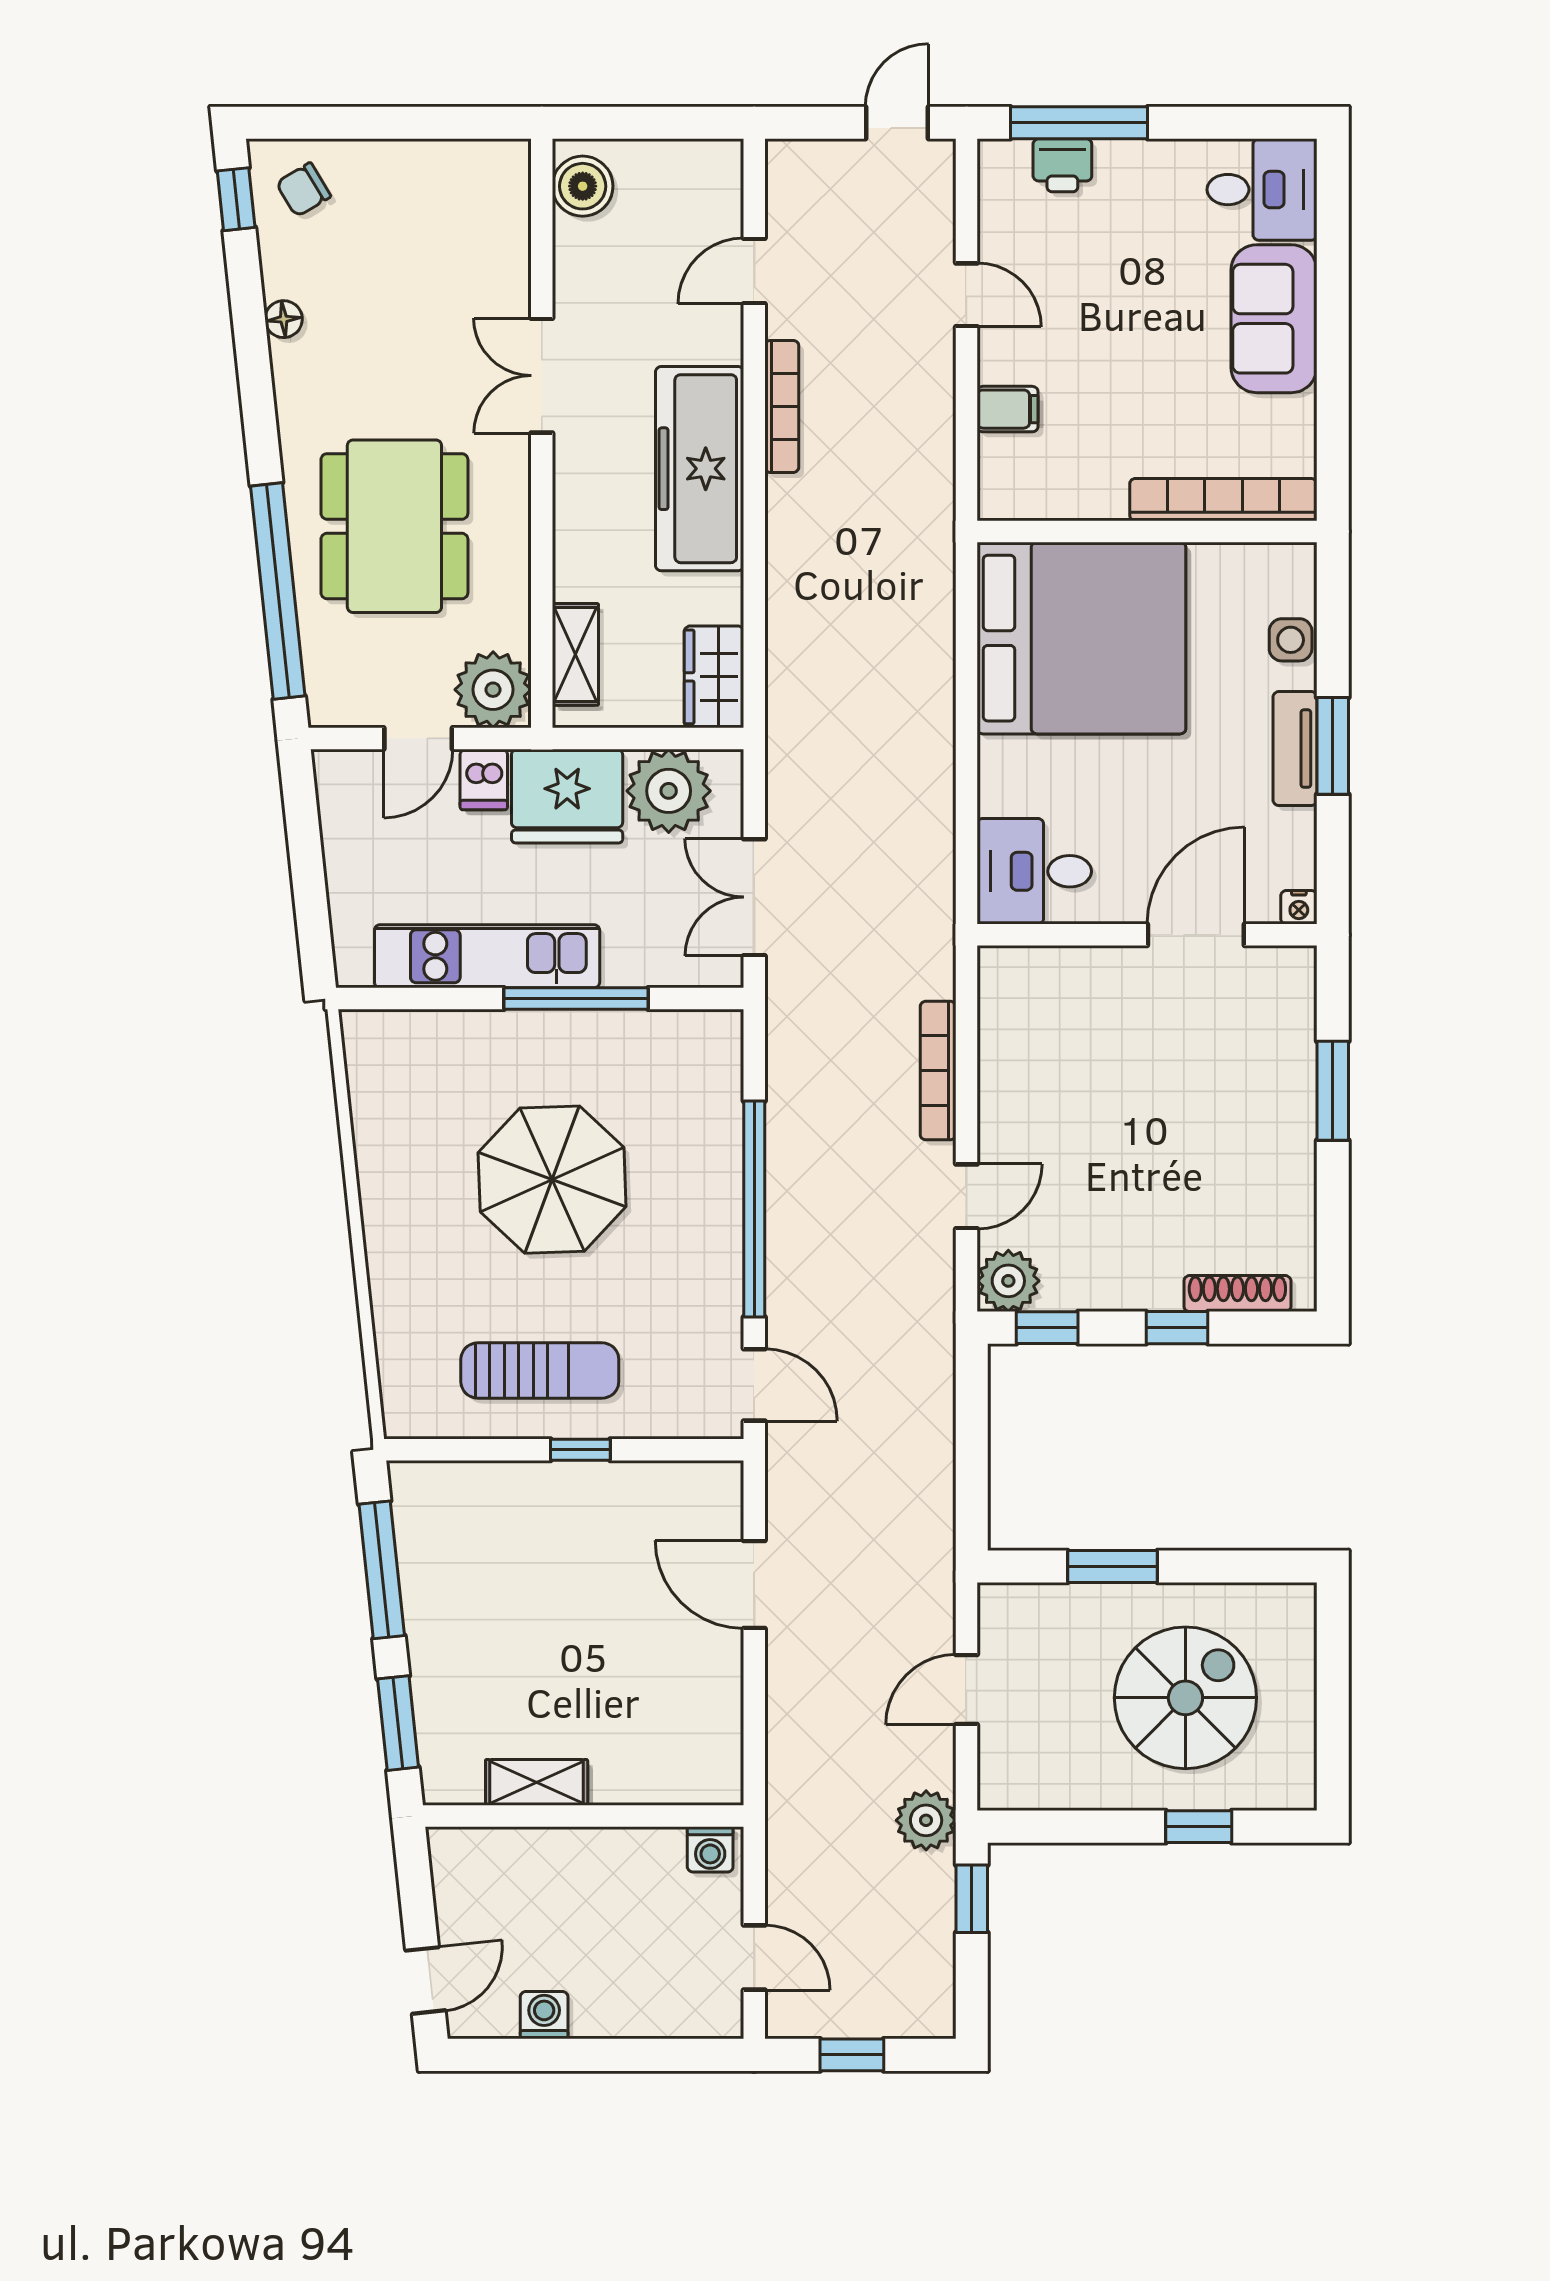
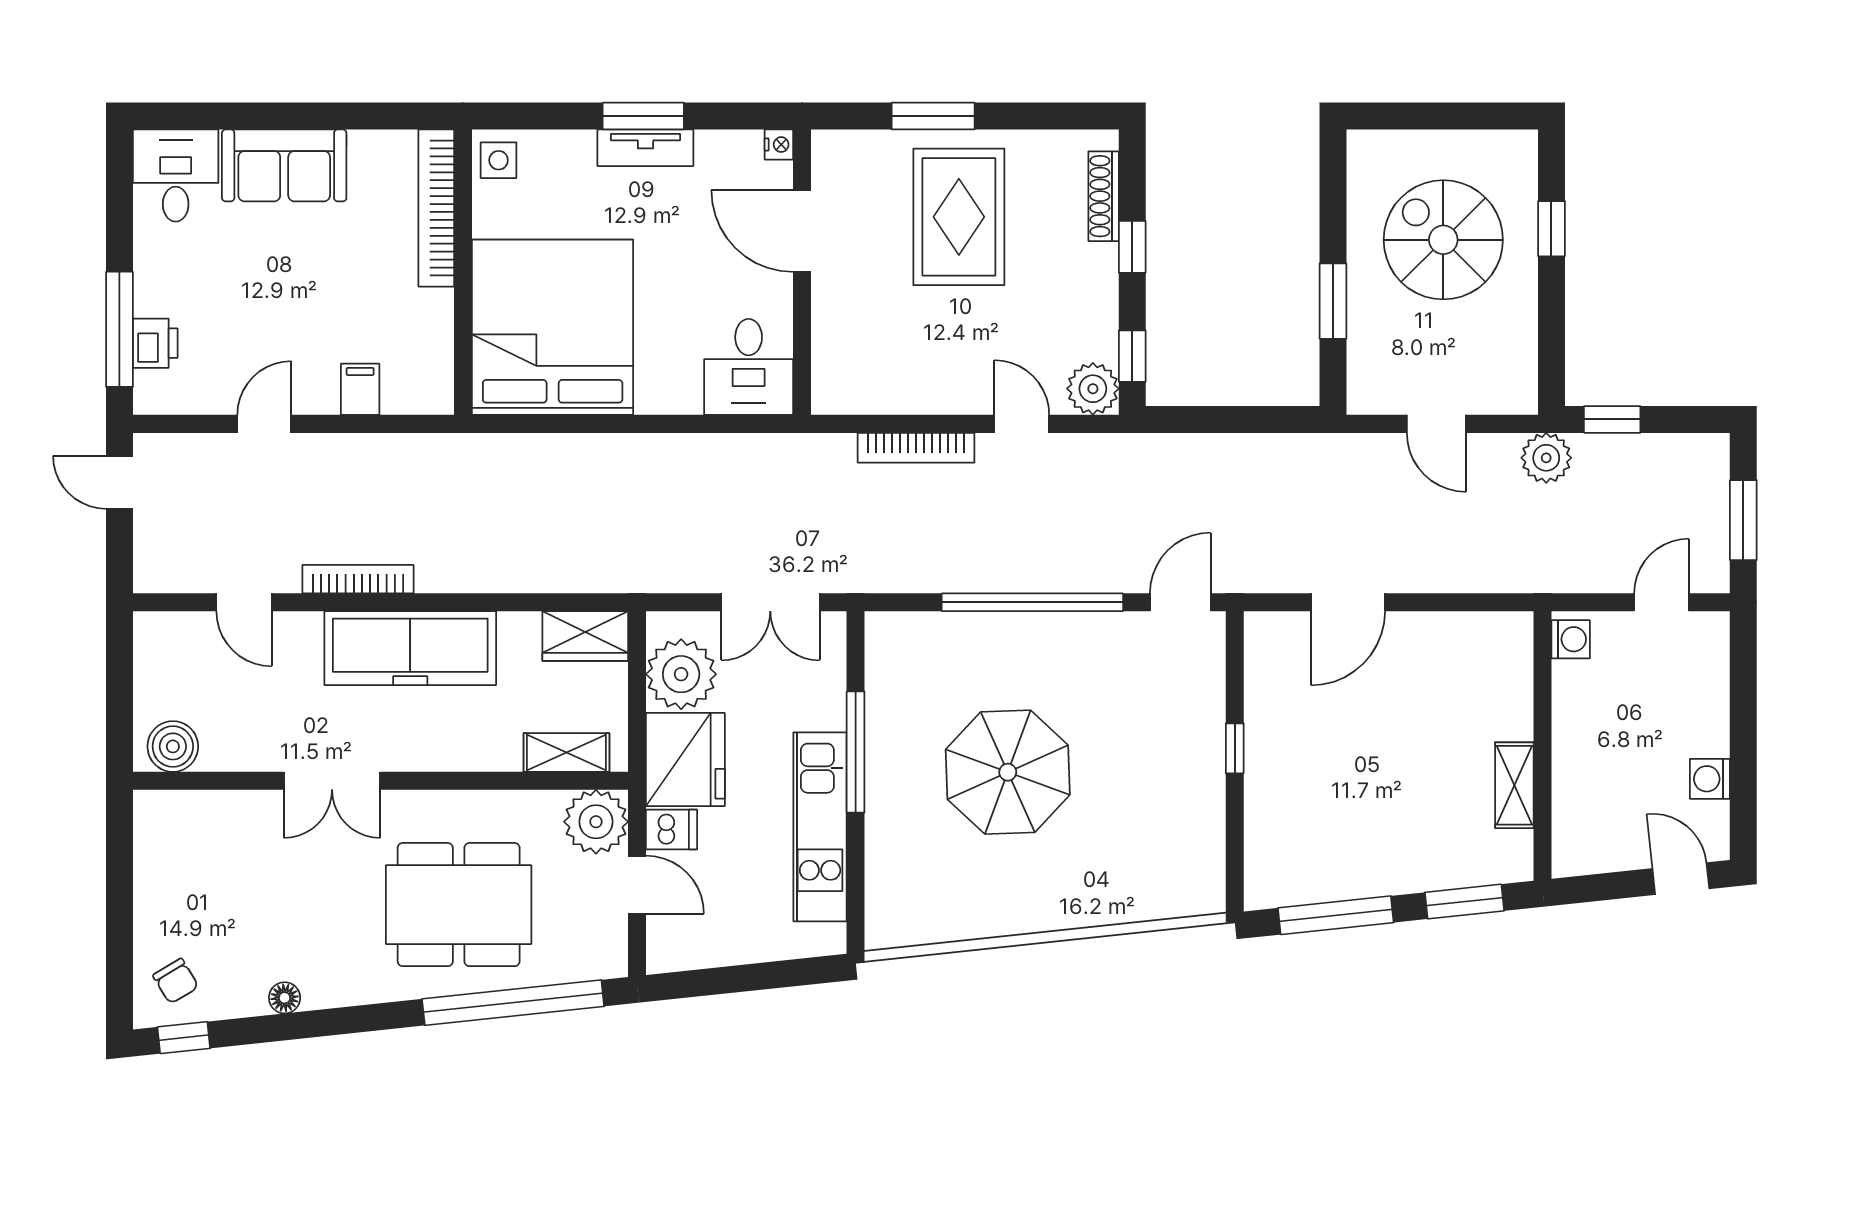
side table: (1291, 640) -> (499, 160), moved
rug: (1213, 1122) -> (959, 217), added
sun lounger: (540, 1370) -> (1168, 782), removed
window: (852, 2055) -> (1743, 520), width x1.50

